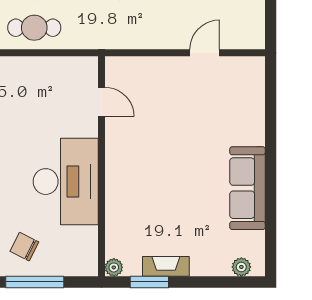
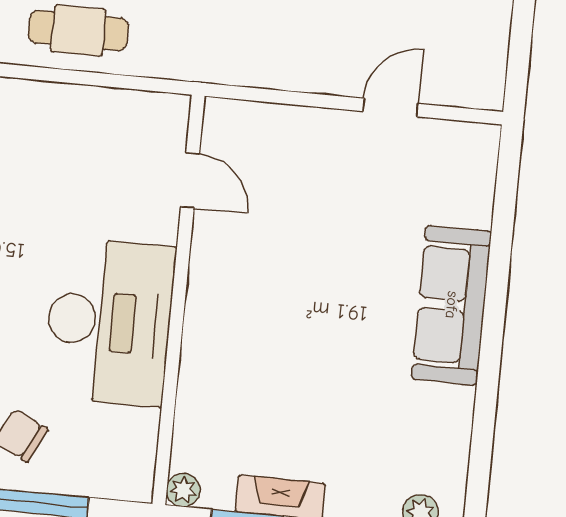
sofa: (247, 188) -> (452, 305), moved

